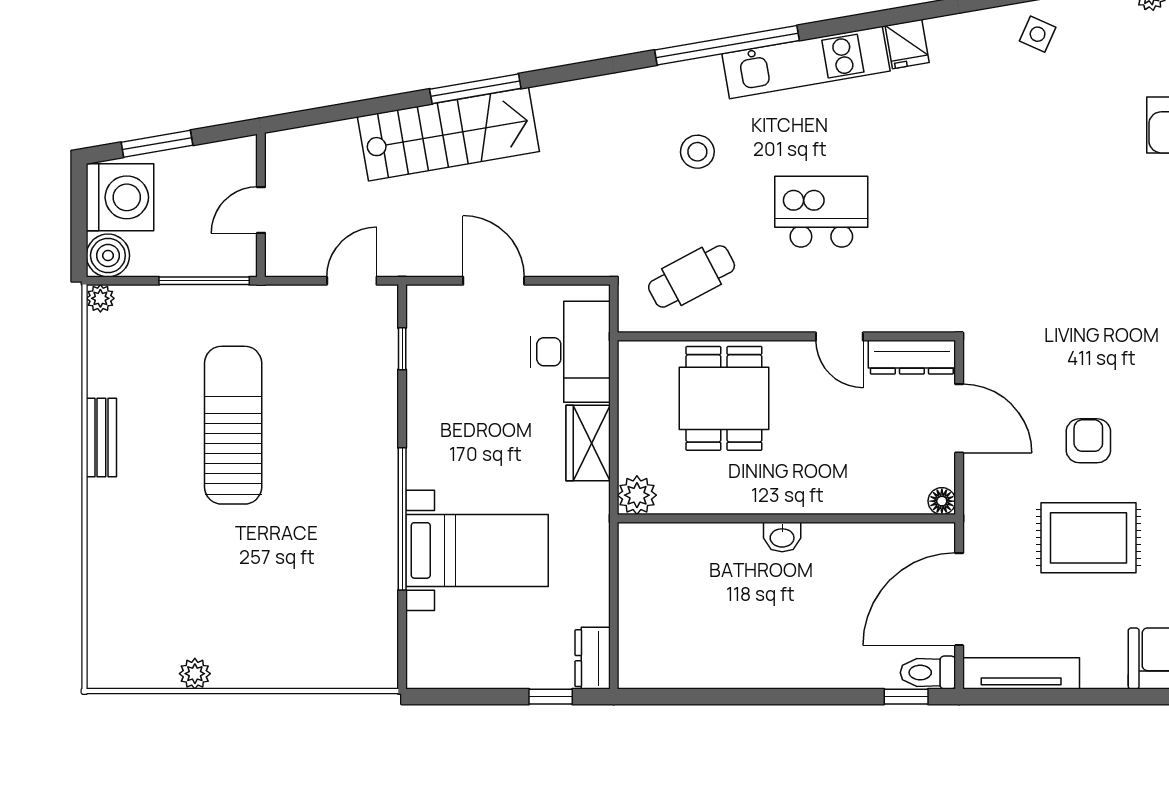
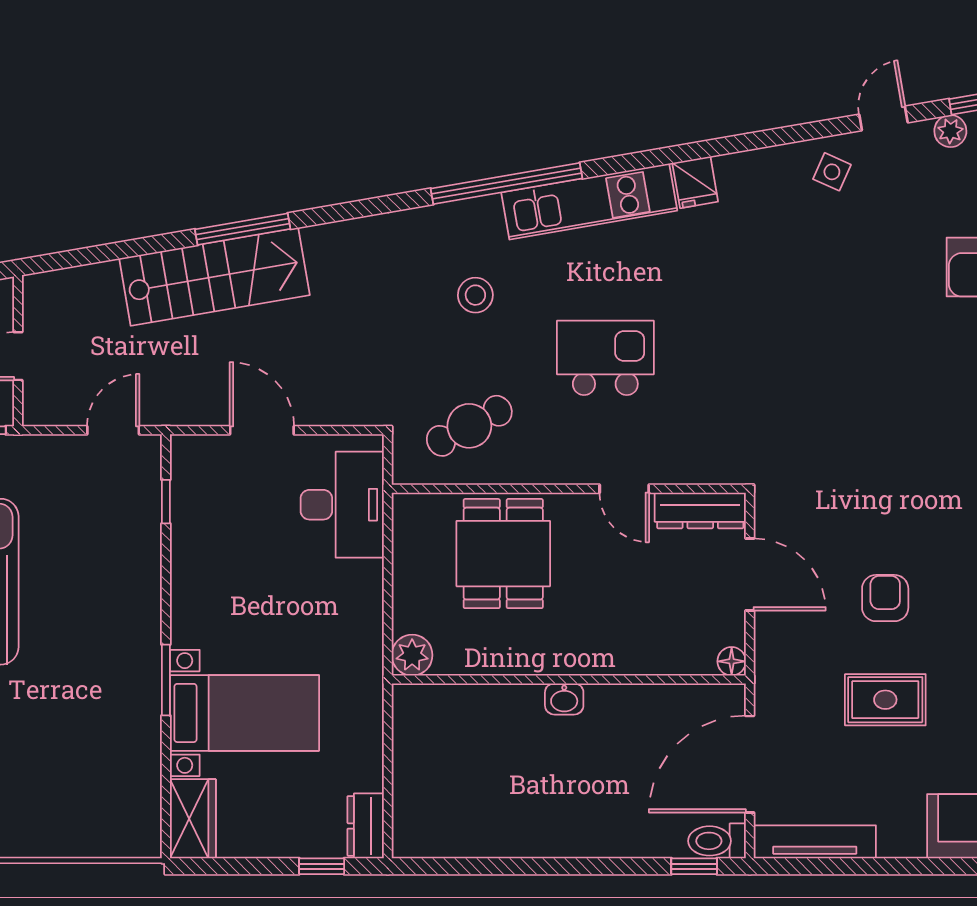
wardrobe: (588, 443) -> (193, 819), moved, turned 180
window: (402, 519) -> (166, 680), width x0.47
rug: (1088, 538) -> (885, 700), width x0.73, depth x0.70

